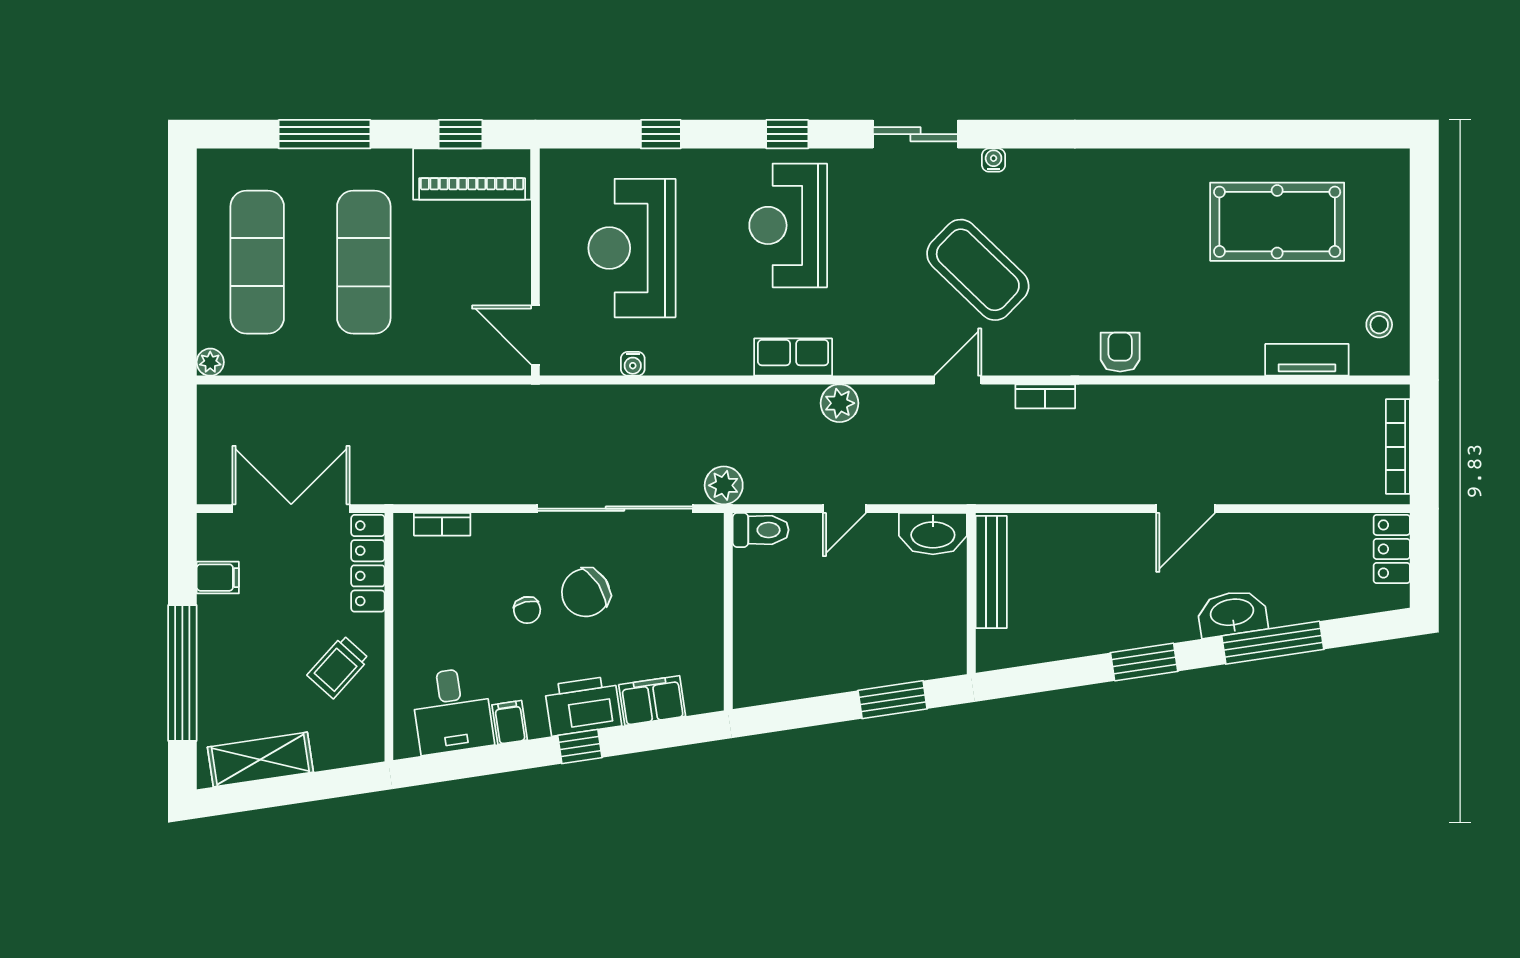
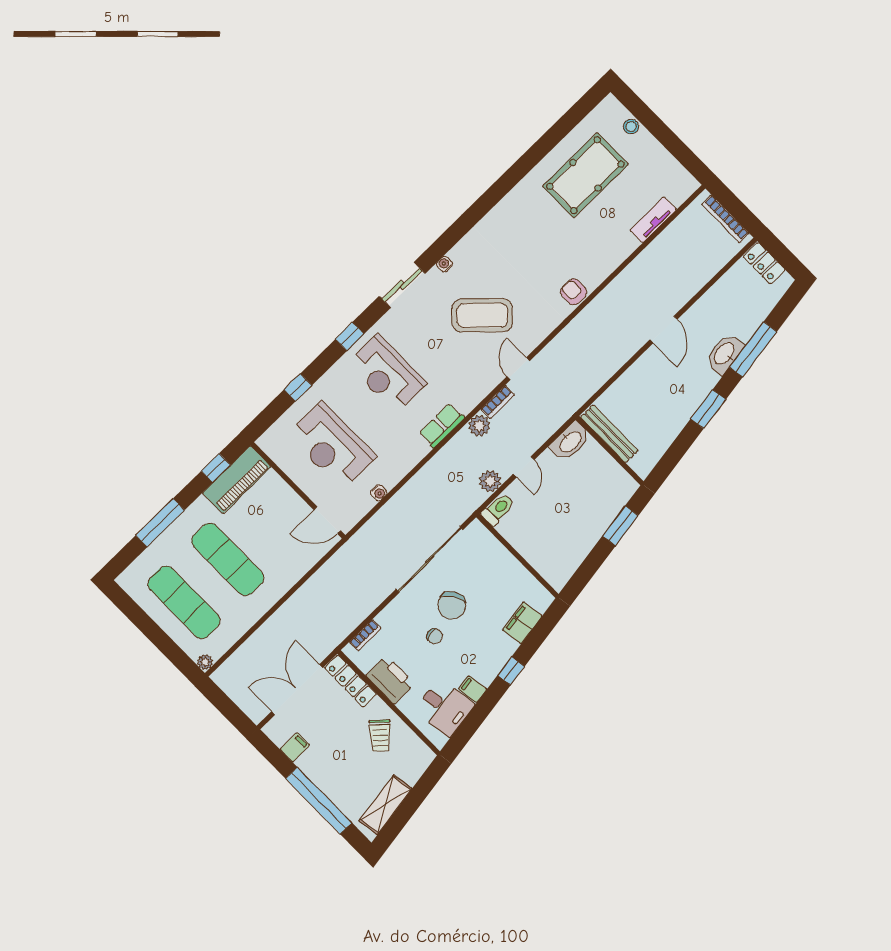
stool: (1379, 325) -> (631, 127), moved
bookcase: (1045, 396) -> (498, 402), moved
plant: (724, 485) -> (490, 481), moved
printer: (583, 706) -> (390, 680), moved, turned 99

